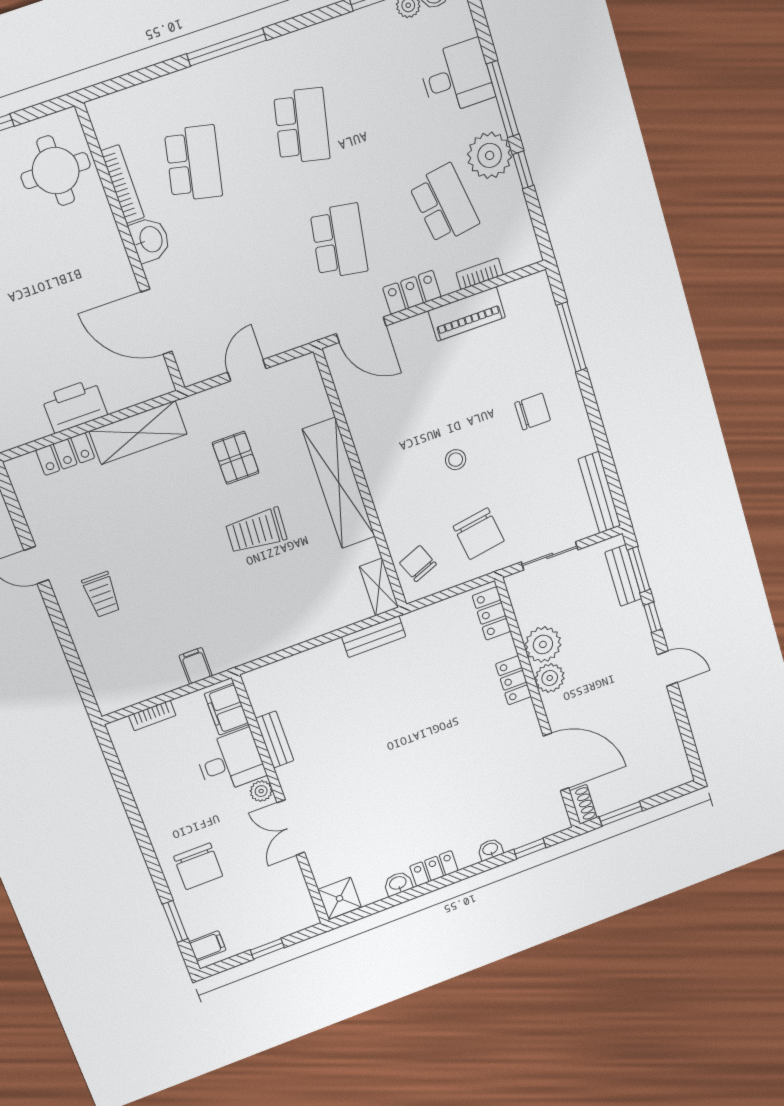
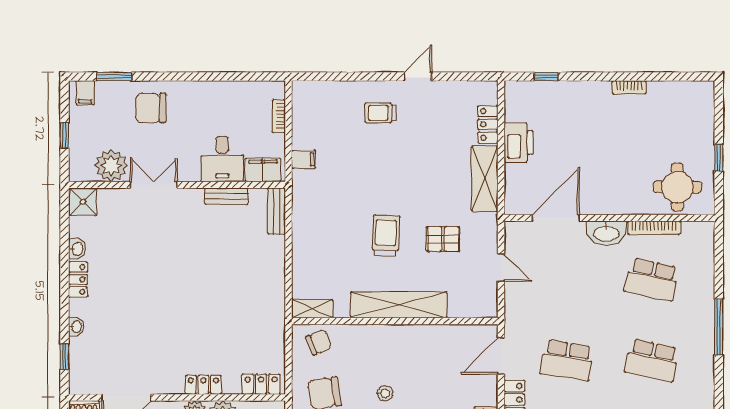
washbasin: (150, 240) -> (606, 233), width x1.38
bench: (374, 637) -> (276, 211), moved
plant: (261, 791) -> (111, 166), moved, width x1.87, depth x1.87

